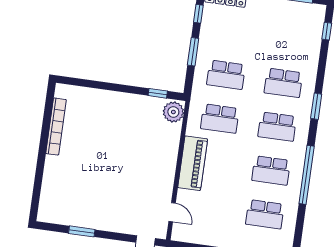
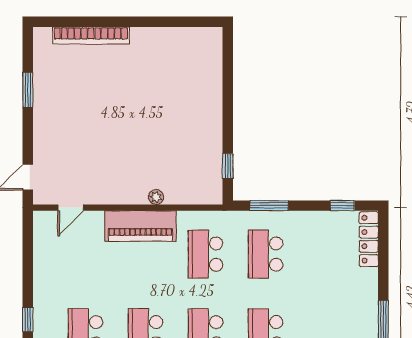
window: (193, 52) -> (269, 206), moved
plant: (173, 112) -> (156, 197), moved, width x0.53, depth x0.53
bookcase: (56, 127) -> (91, 36), moved

